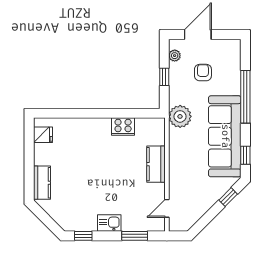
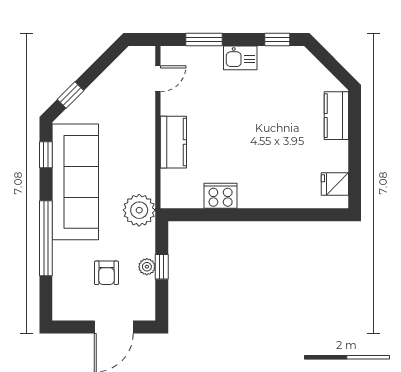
plant: (175, 56) -> (147, 267), moved

